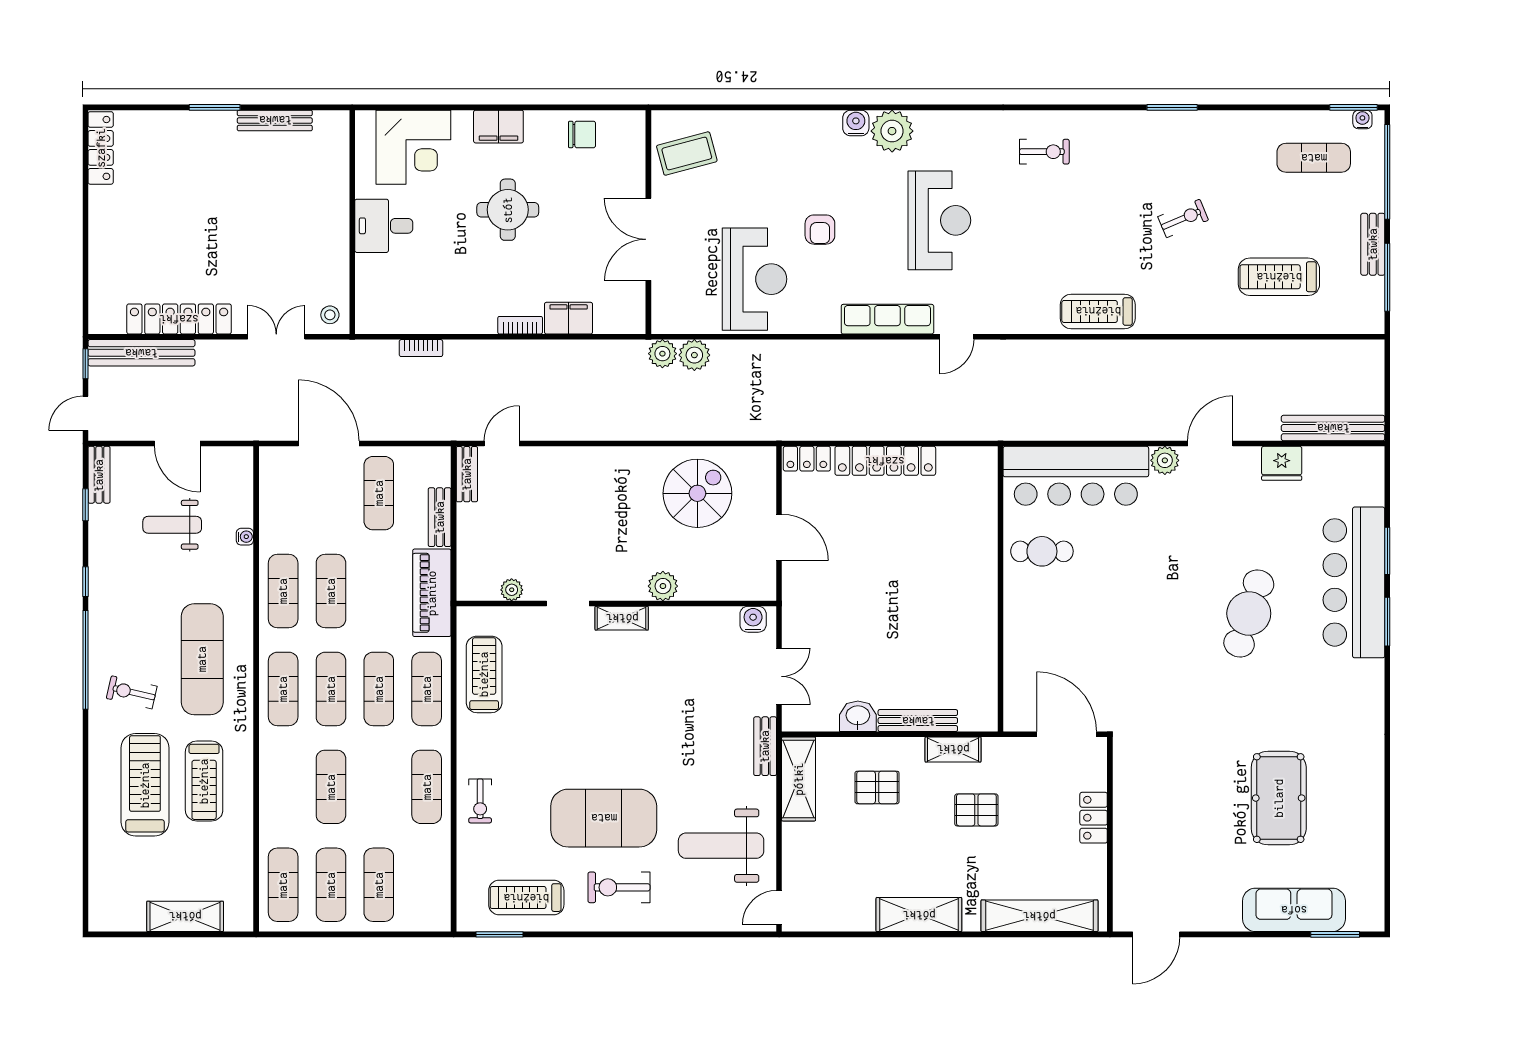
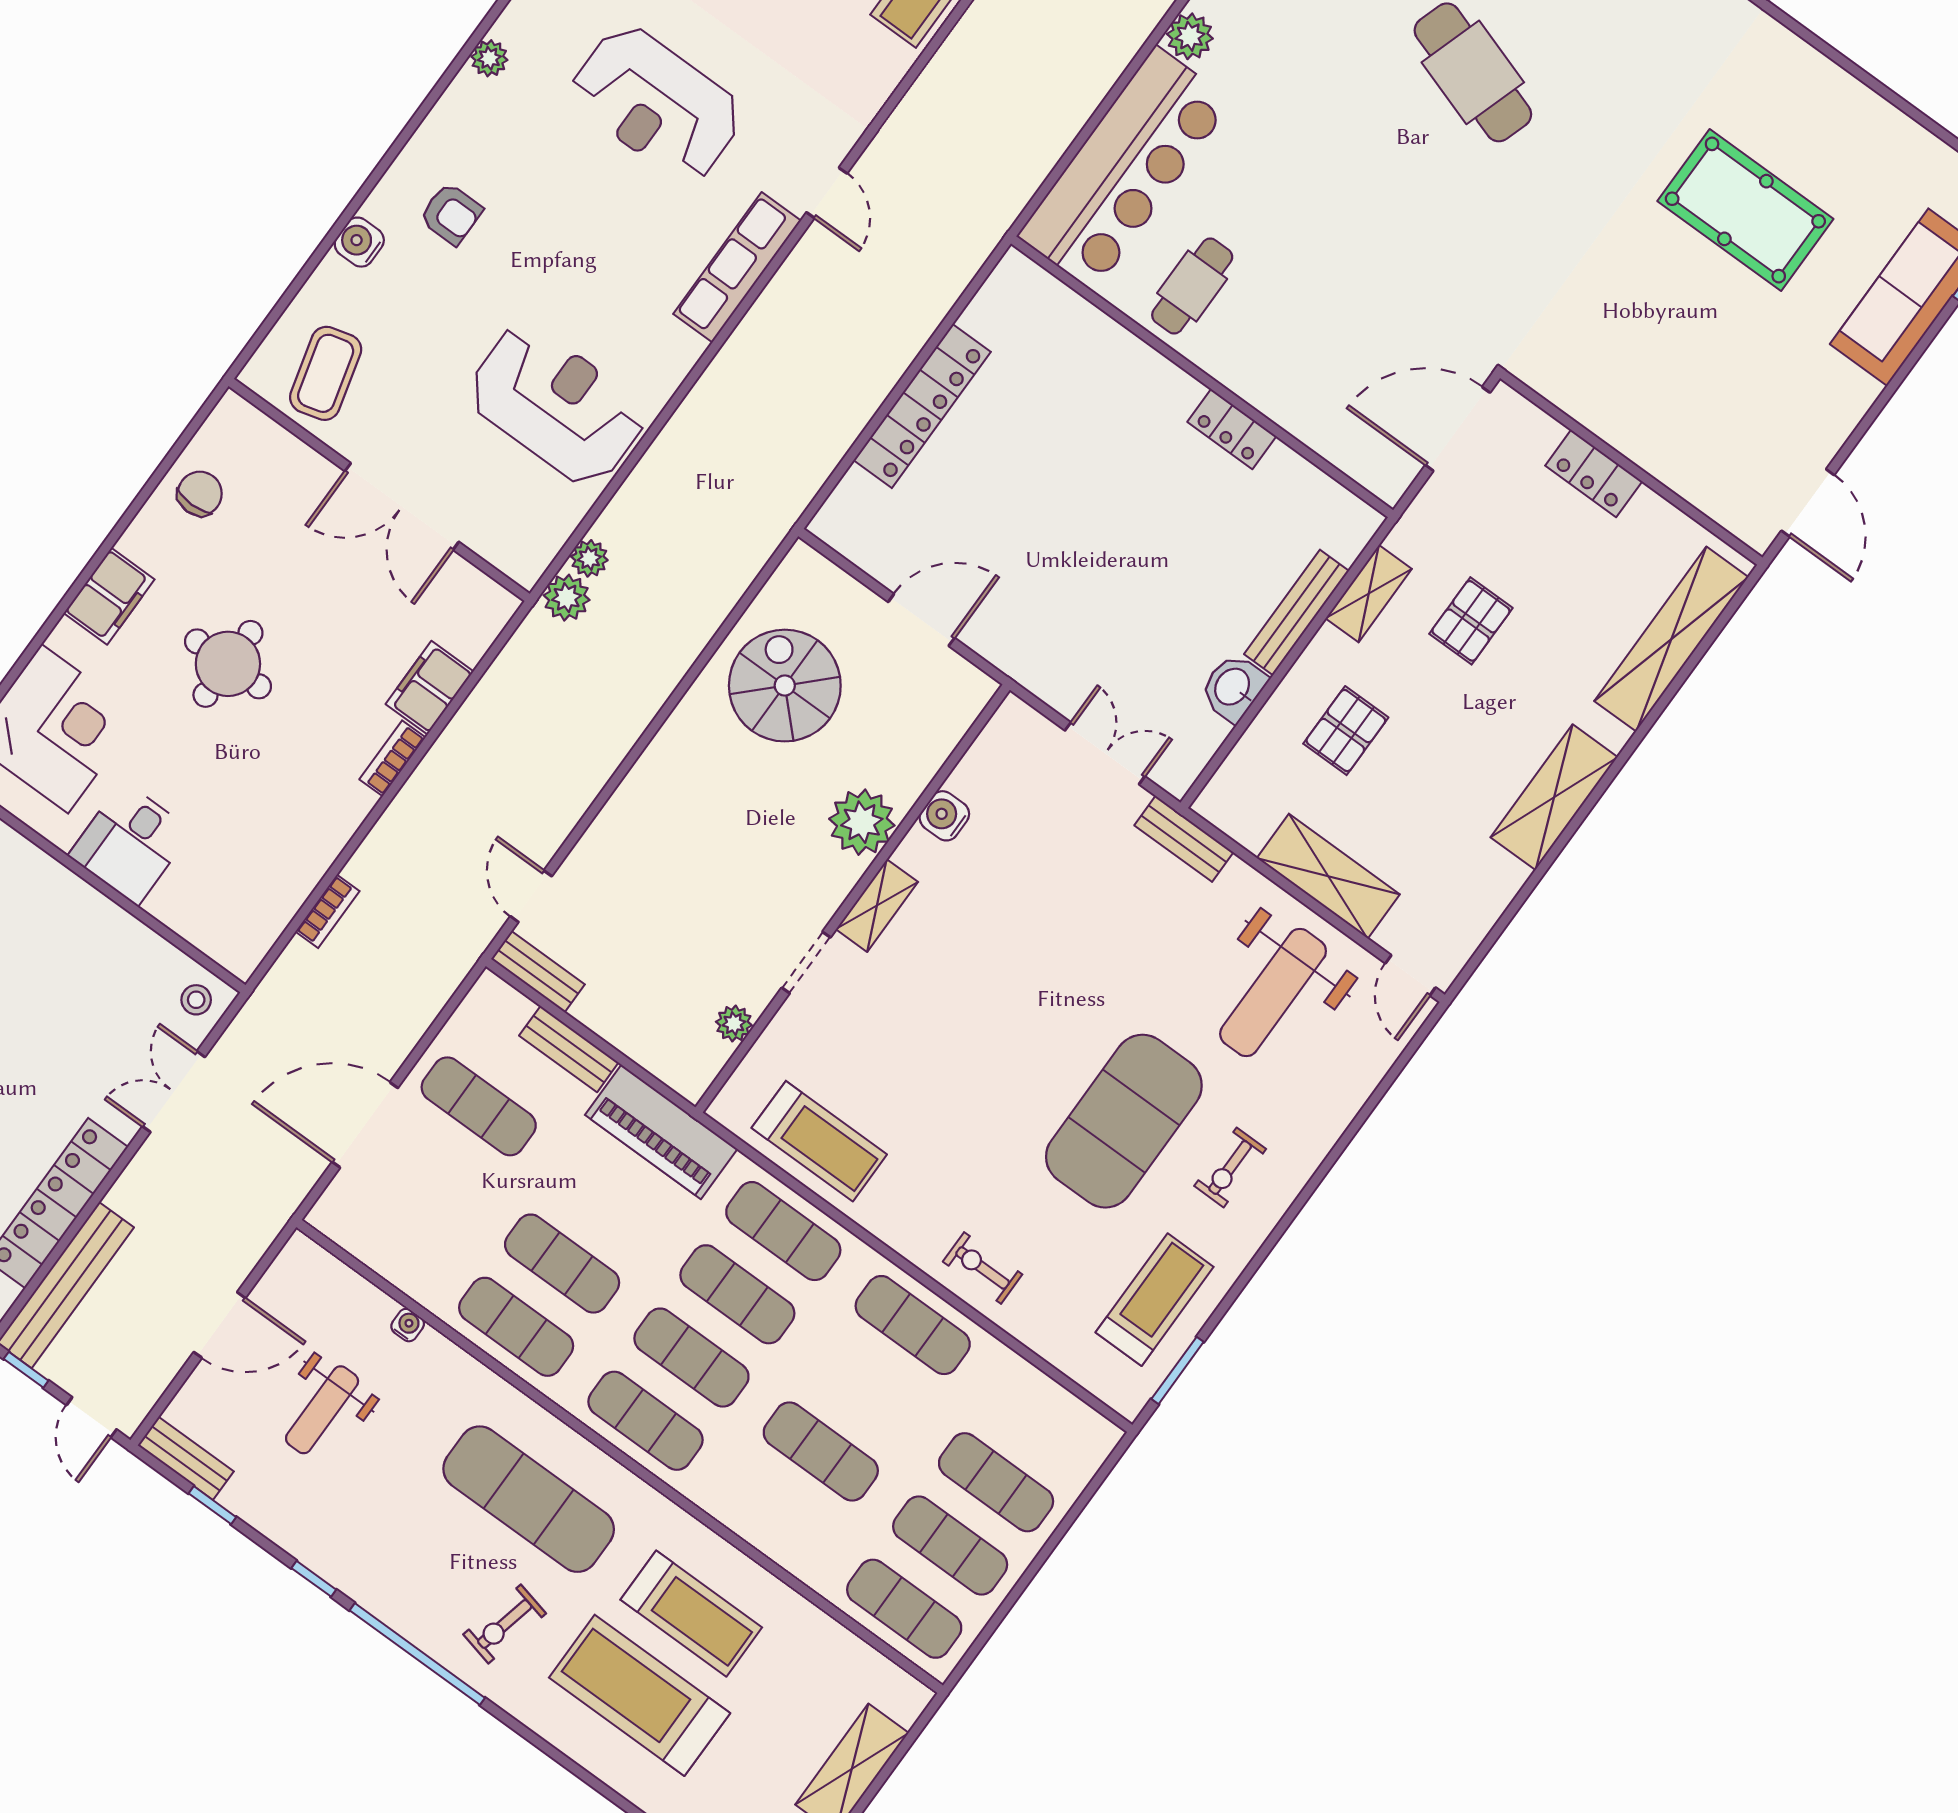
water cooler: (856, 123) -> (359, 242), moved
plant: (892, 131) -> (489, 58), width x0.53, depth x0.53
reception desk: (939, 220) -> (656, 104), turned 180
armchair: (820, 230) -> (451, 214), moved
plant: (694, 355) -> (589, 558), width x0.73, depth x0.73
locker: (807, 459) -> (1232, 429), moved, turned 90
plant: (663, 586) -> (862, 822), width x1.36, depth x1.36
water cooler: (753, 619) -> (944, 816), moved
treadmill: (484, 674) -> (819, 1141), turned 180
shelving: (799, 779) -> (1328, 876), moved
exercise bike: (480, 801) -> (983, 1268), turned 180
exercise bike: (619, 887) -> (1230, 1167), width x0.73, depth x0.72
treadmill: (526, 898) -> (1155, 1300), turned 180

